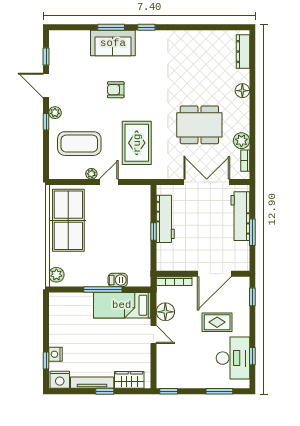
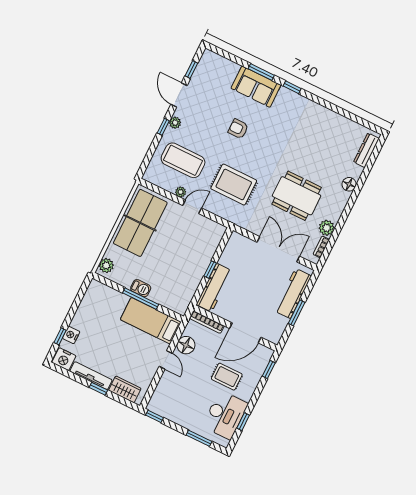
rug: (137, 143) -> (234, 185), turned 90
workbench: (165, 219) -> (214, 288), moved
barbecue: (118, 280) -> (141, 288), moved

